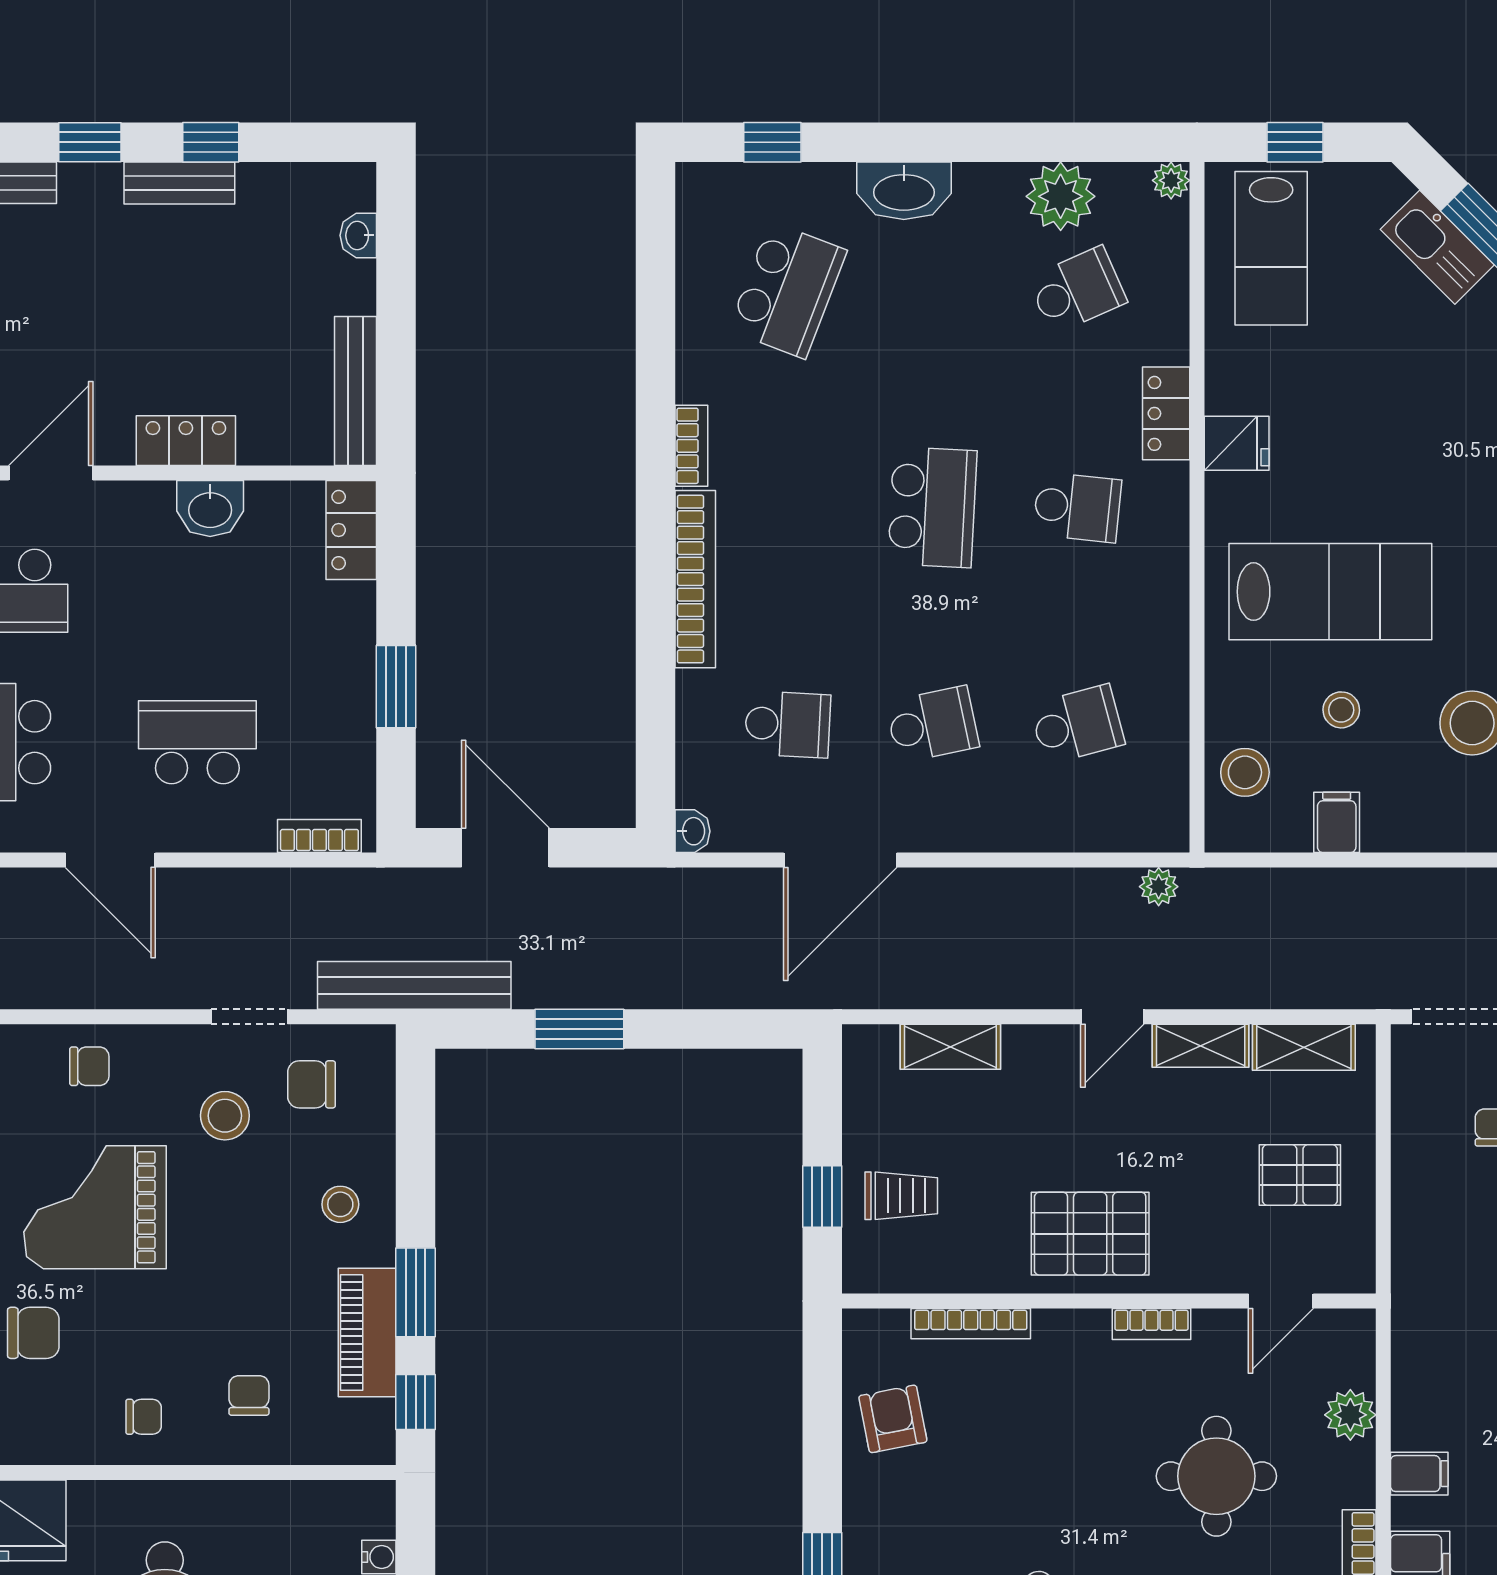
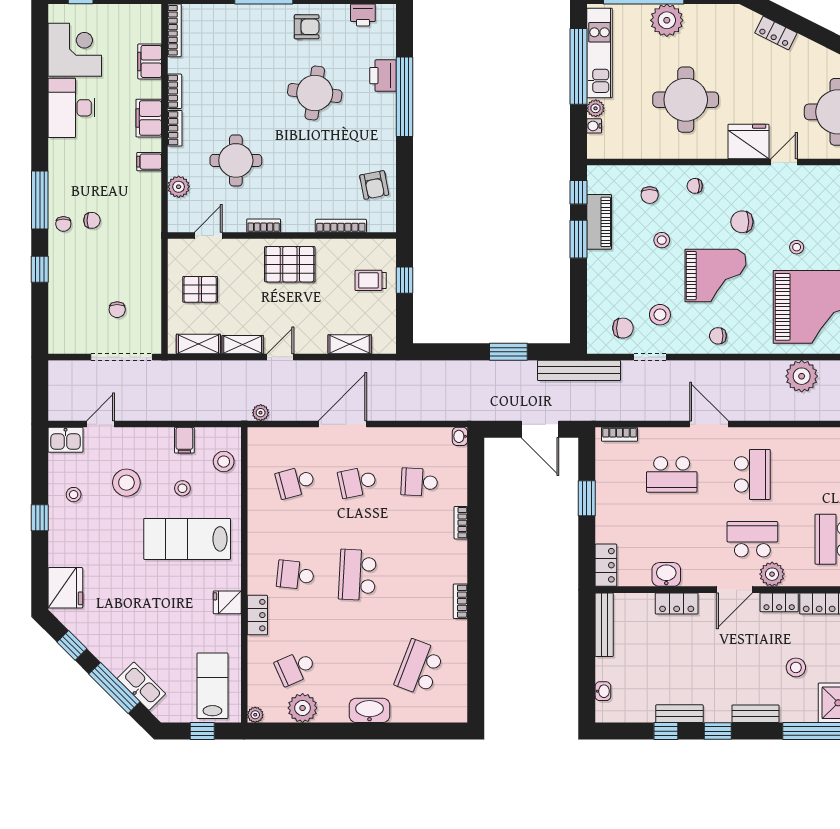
window: (772, 142) -> (426, 731), removed
bookcase: (695, 579) -> (461, 523), width x0.43, depth x0.76
door: (840, 860) -> (342, 424), moved
stool: (340, 1204) -> (662, 240), moved

